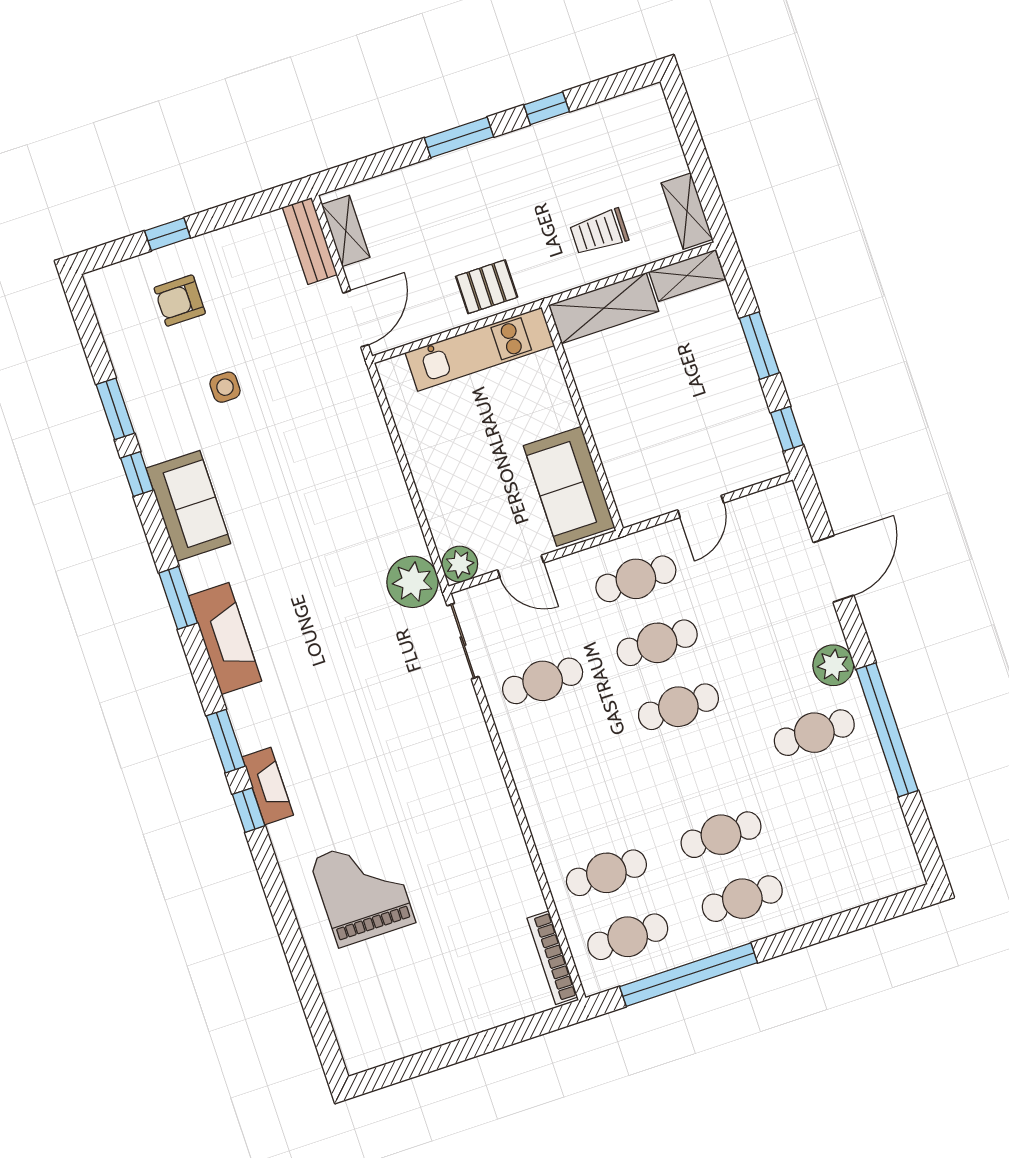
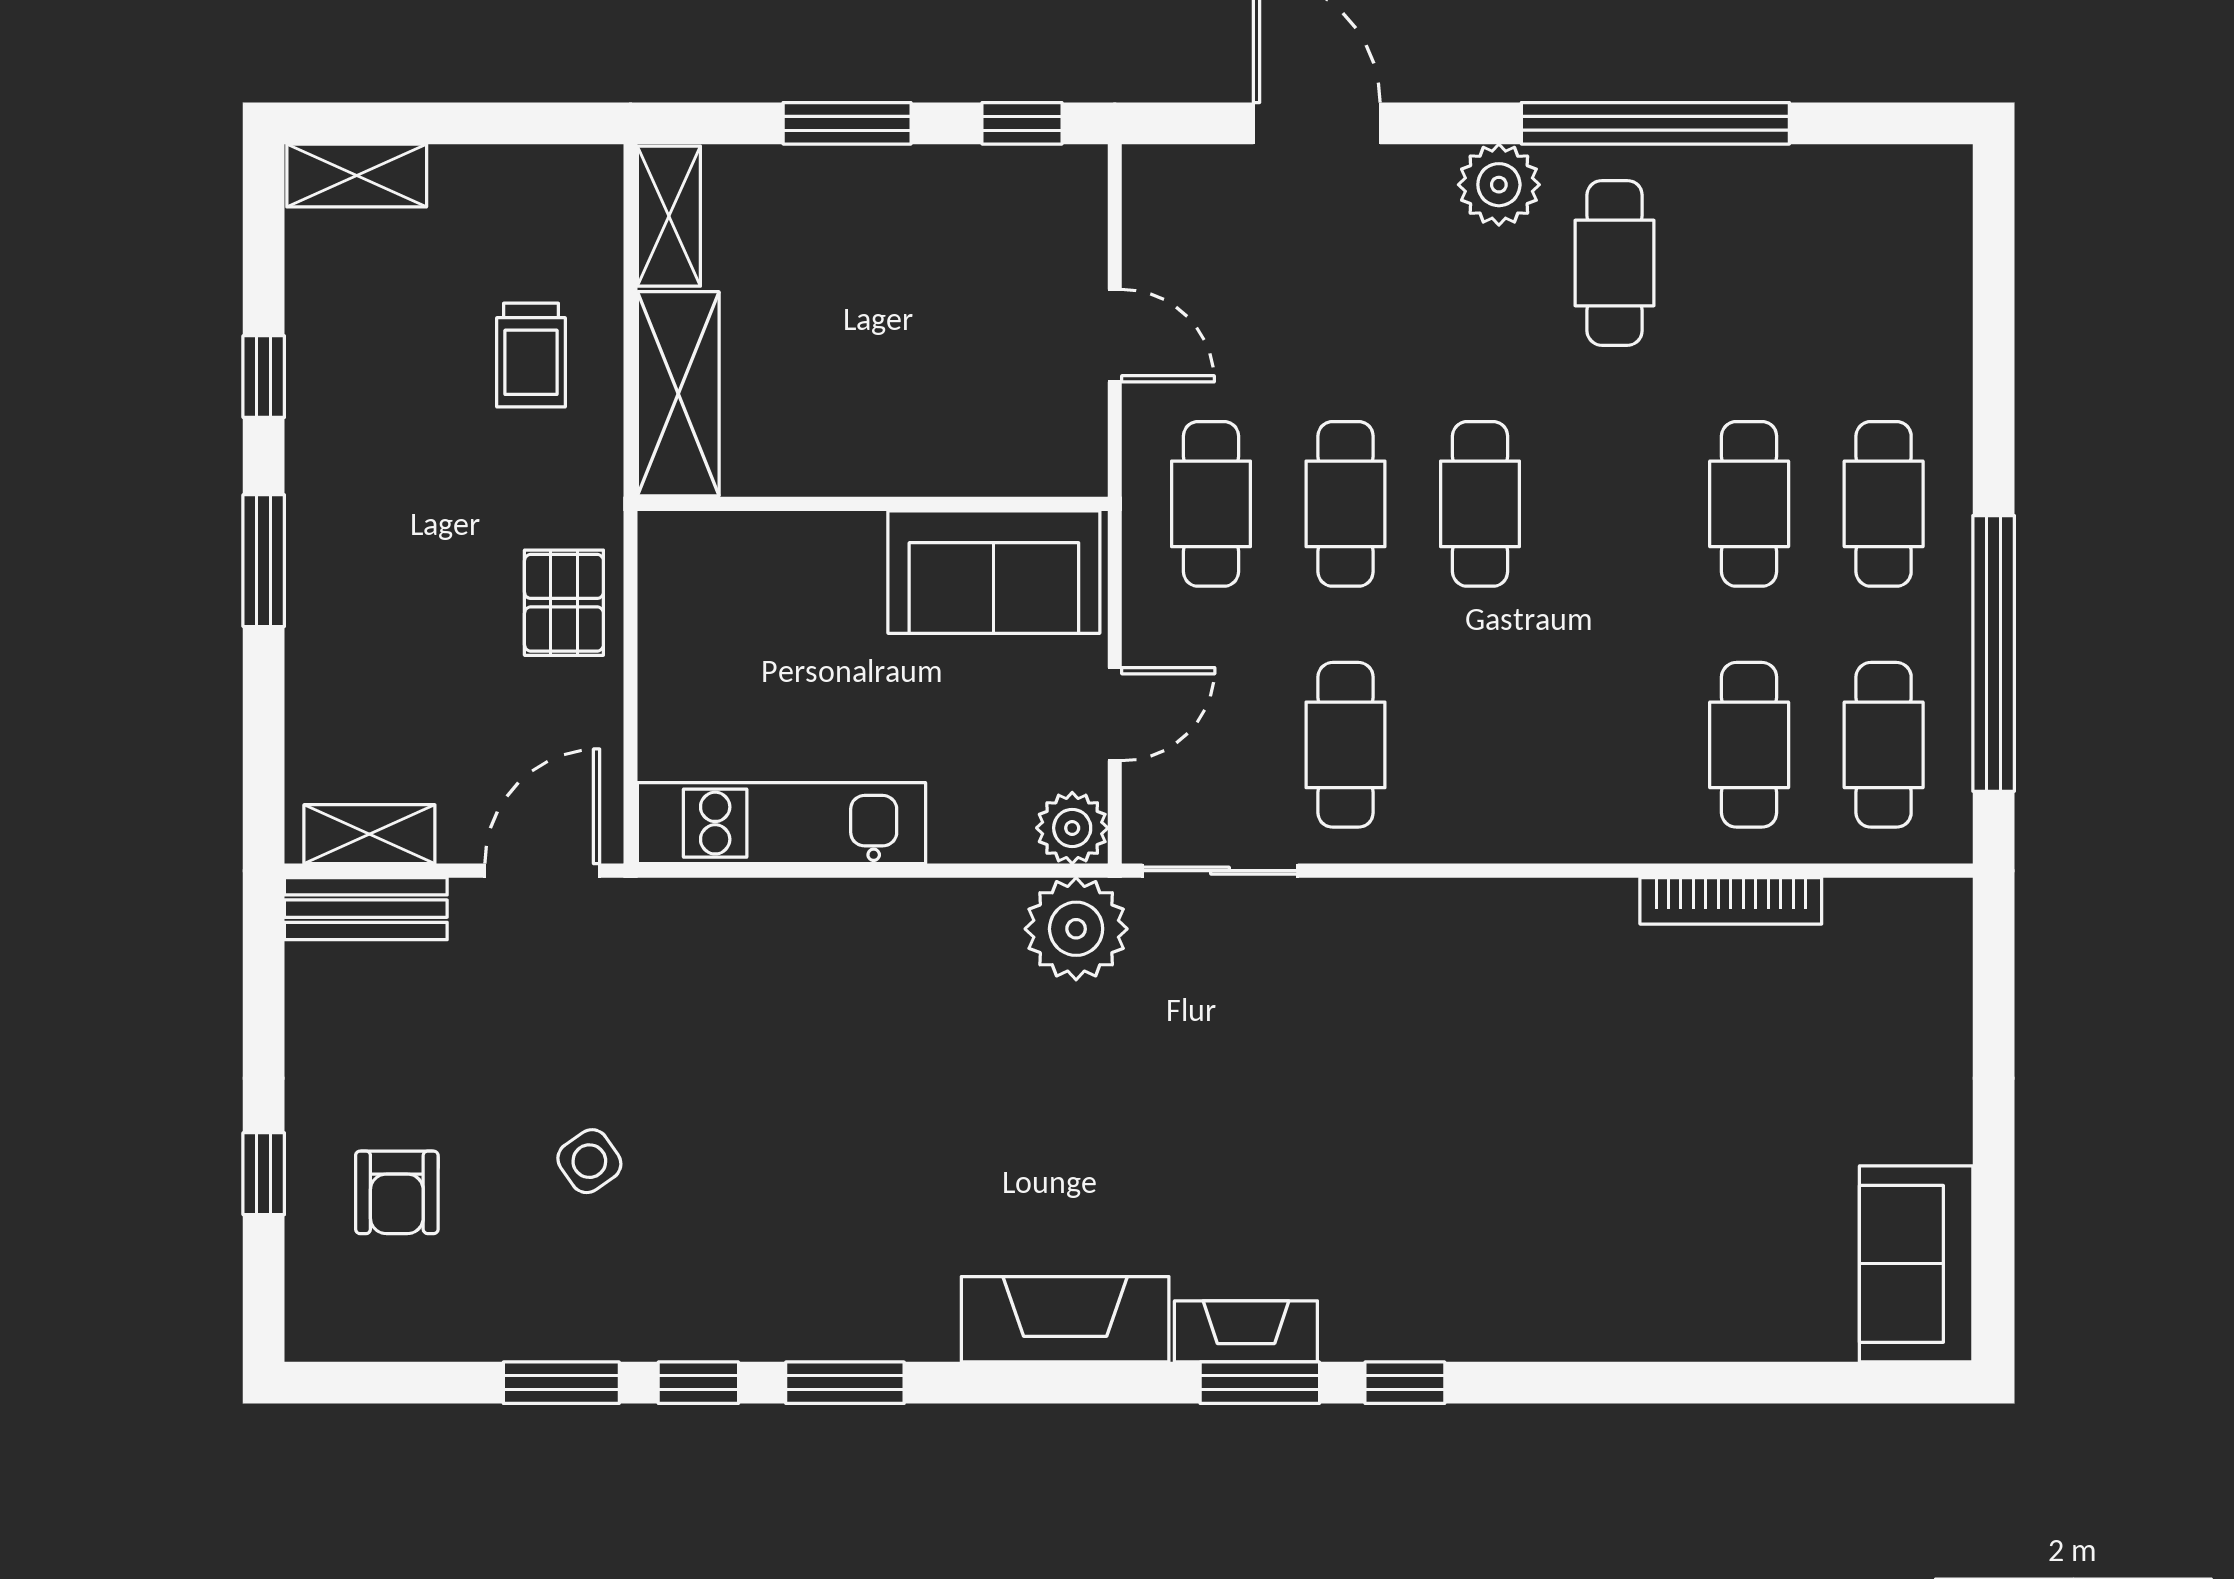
shelving: (687, 211) -> (357, 176), moved
door: (356, 319) -> (542, 871), hinge flipped
kitchen unit: (480, 349) -> (781, 823), moved, turned -90
side table: (225, 387) -> (589, 1161), turned -35
sofa: (188, 506) -> (1916, 1264), moved, turned -90
window: (178, 598) -> (845, 1383), moved
fireplace: (268, 786) -> (1246, 1331), moved
grand piano: (362, 891) -> (1629, 1218), removed
bookcase: (552, 958) -> (1731, 901), moved

